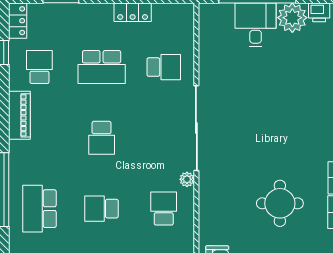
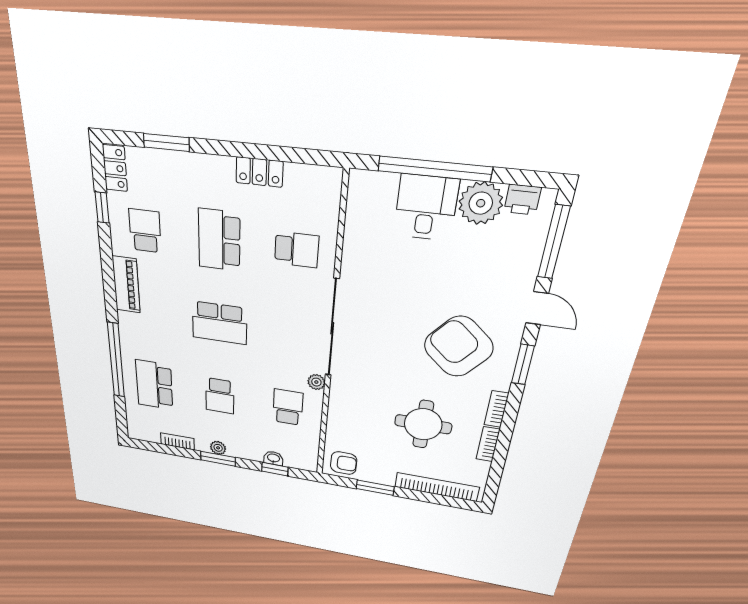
school desk: (102, 67) -> (219, 240), turned 90
armchair: (296, 128) -> (459, 347), added
school desk: (102, 138) -> (220, 323), width x1.85
school desk: (102, 209) -> (220, 396), turned -90

